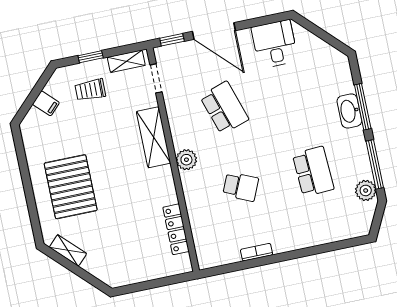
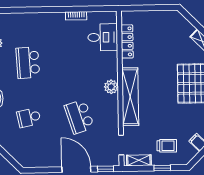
desk: (275, 44) -> (103, 37), moved, turned -90
shelving: (154, 137) -> (130, 97), width x1.47
school desk: (241, 187) -> (29, 118), moved, turned -36

